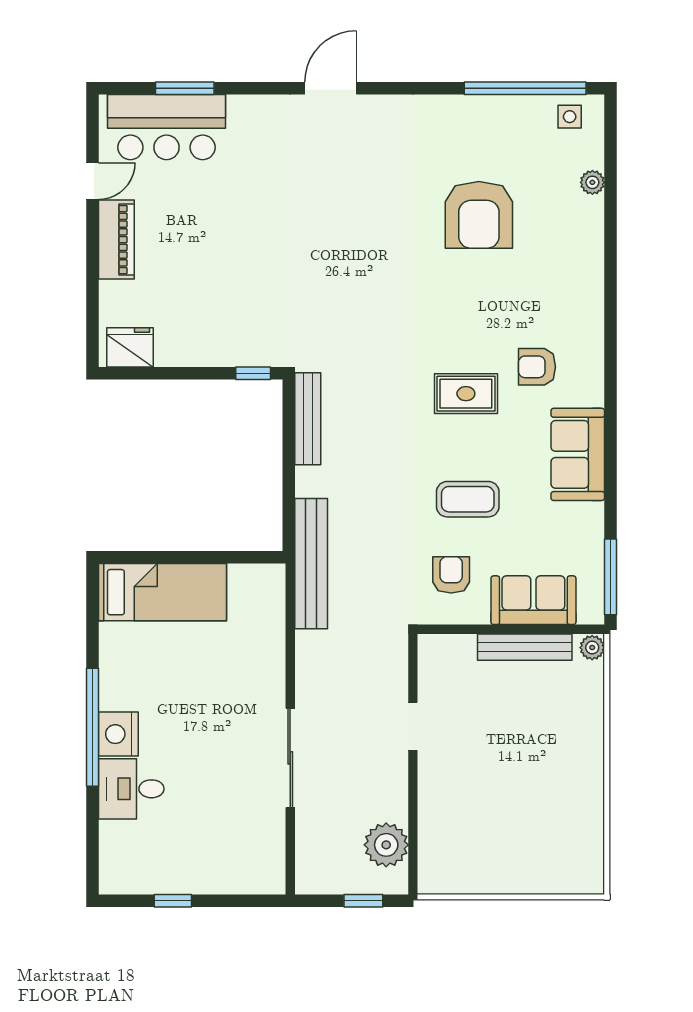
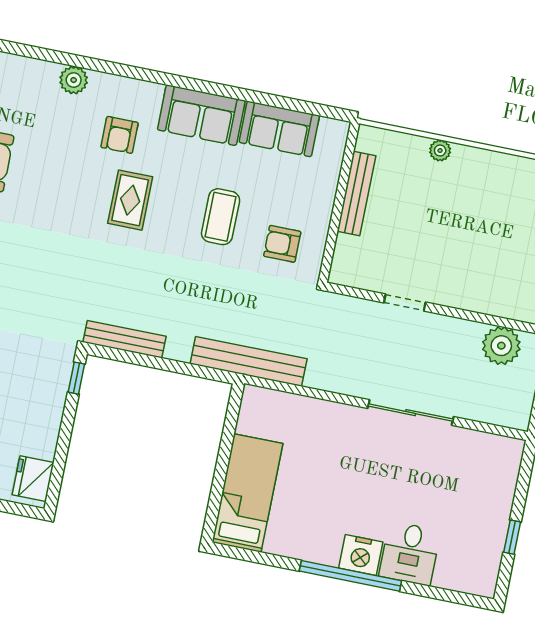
plant: (588, 303) -> (74, 80), added
window: (611, 577) -> (311, 108), removed
sofa: (533, 600) -> (279, 129), moved, turned -90
plant: (592, 648) -> (440, 151), moved

